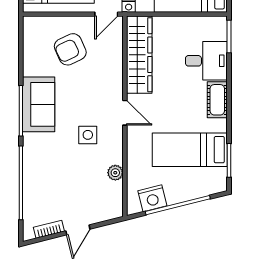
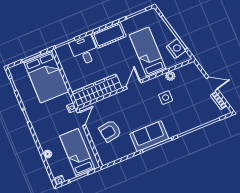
door: (106, 14) -> (81, 119), hinge flipped
armchair: (70, 49) -> (110, 131), turned 106
cot: (217, 100) -> (109, 35), width x1.37, depth x1.34
side table: (88, 135) -> (166, 98), moved
bed: (190, 150) -> (148, 52), moved, turned 180

